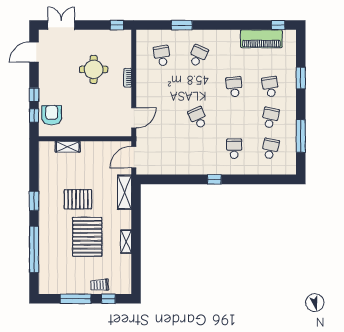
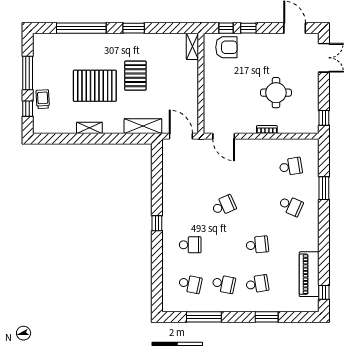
shelving: (68, 147) -> (192, 46), moved

